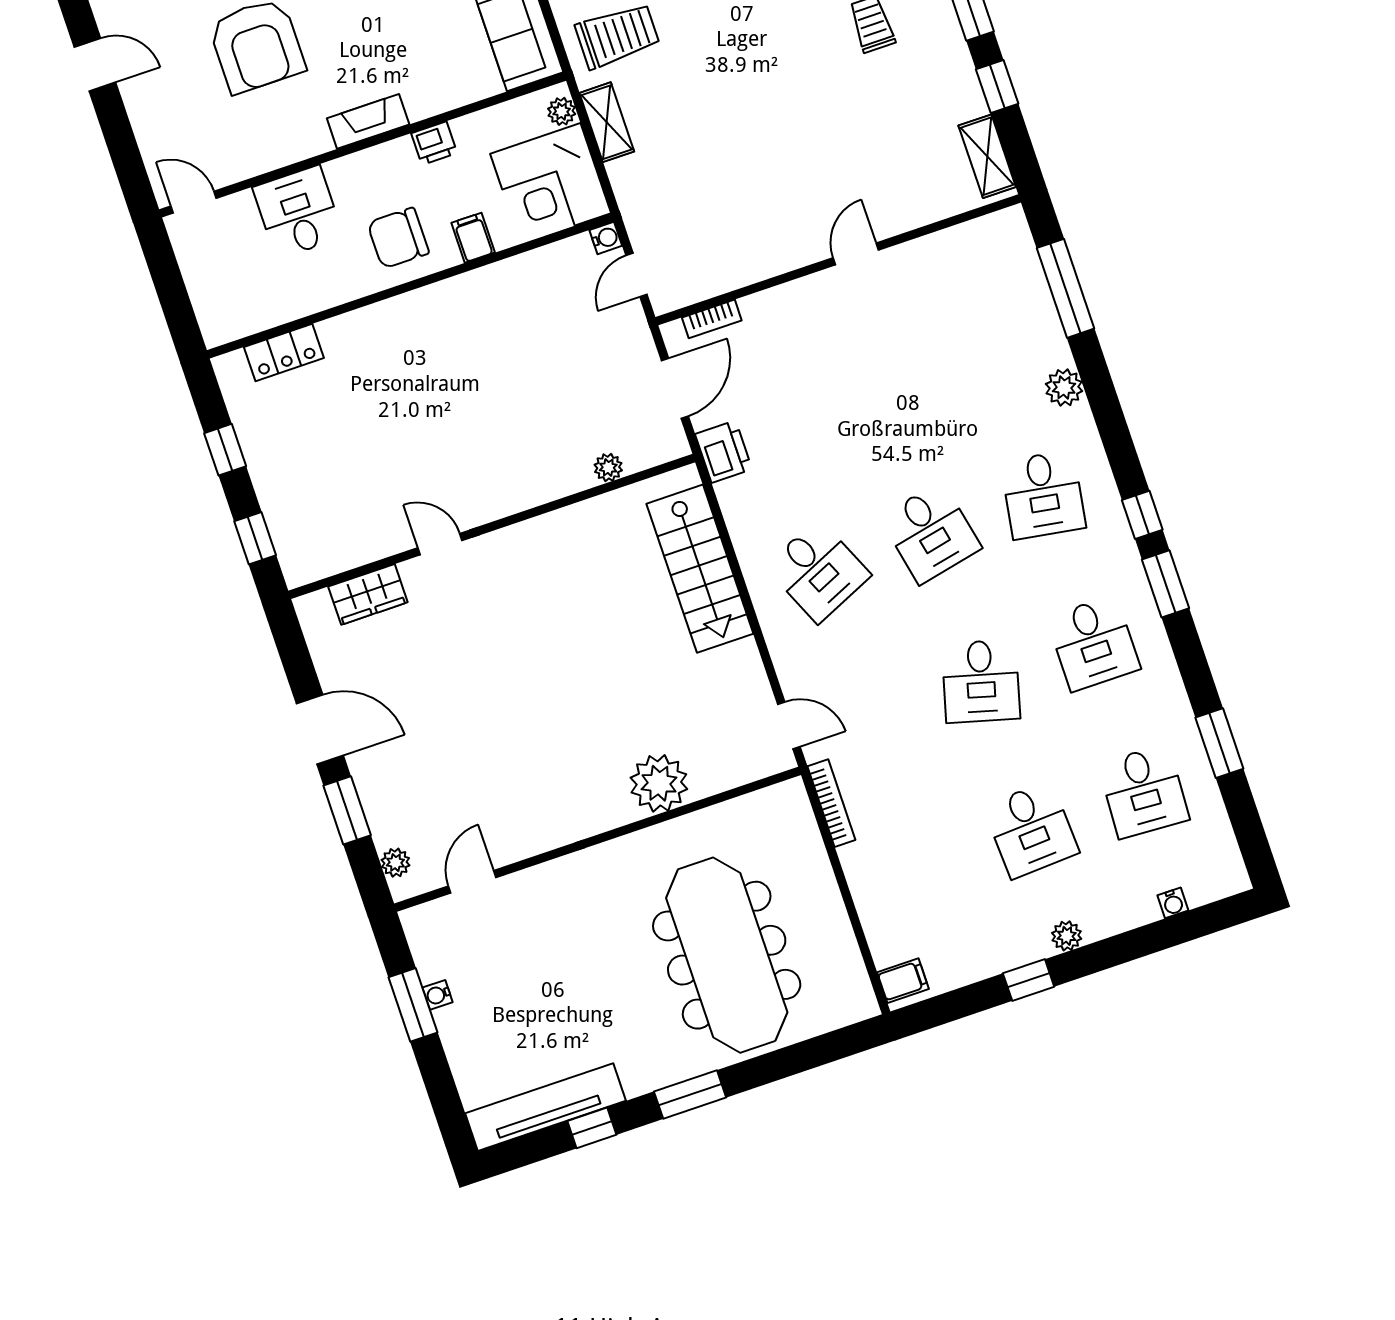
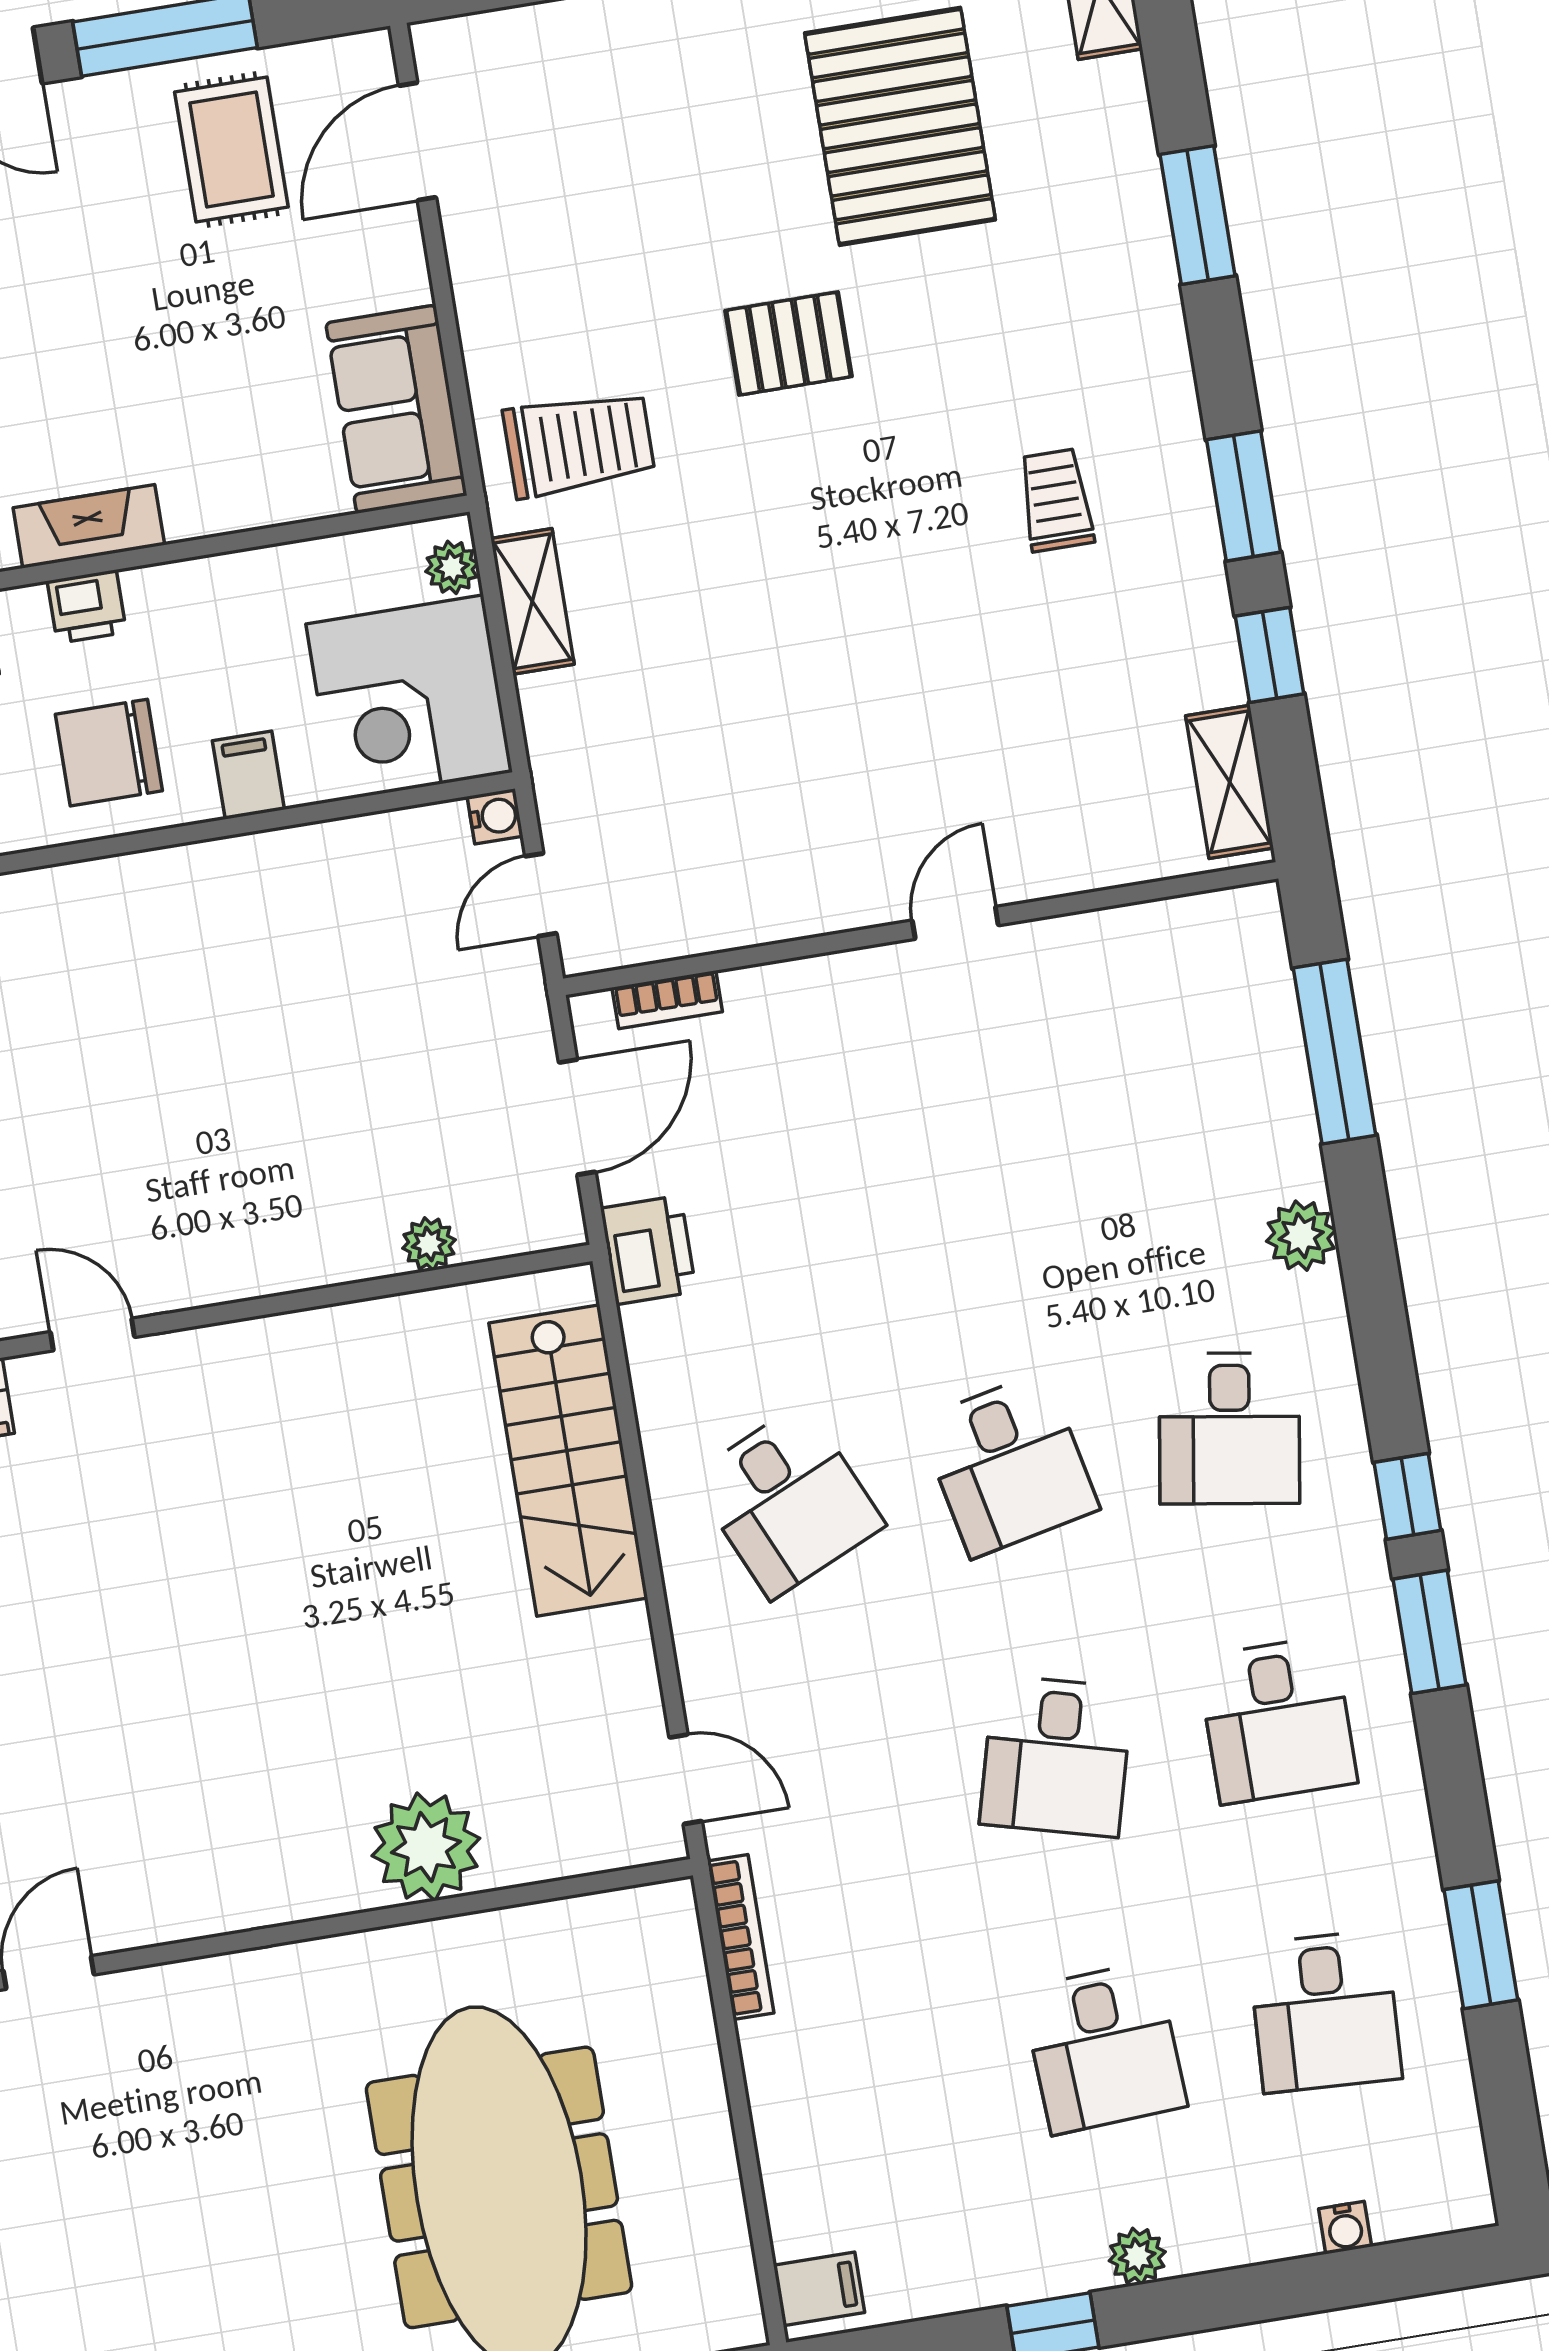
printer: (434, 143) -> (87, 607), moved

